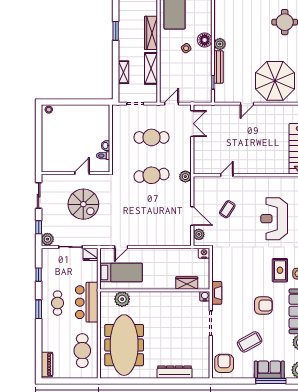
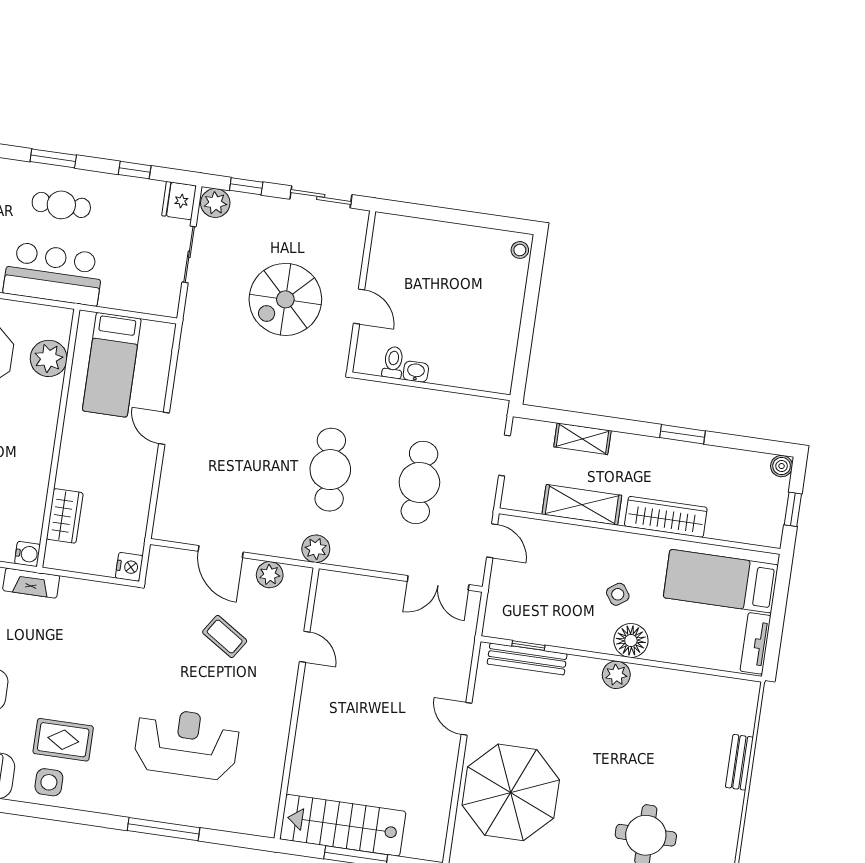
bench: (219, 67) -> (527, 659), moved
door: (192, 216) -> (221, 552), hinge flipped
plant: (199, 234) -> (270, 575), moved
door: (121, 247) -> (164, 428), moved
fridge: (90, 254) -> (179, 201), moved

